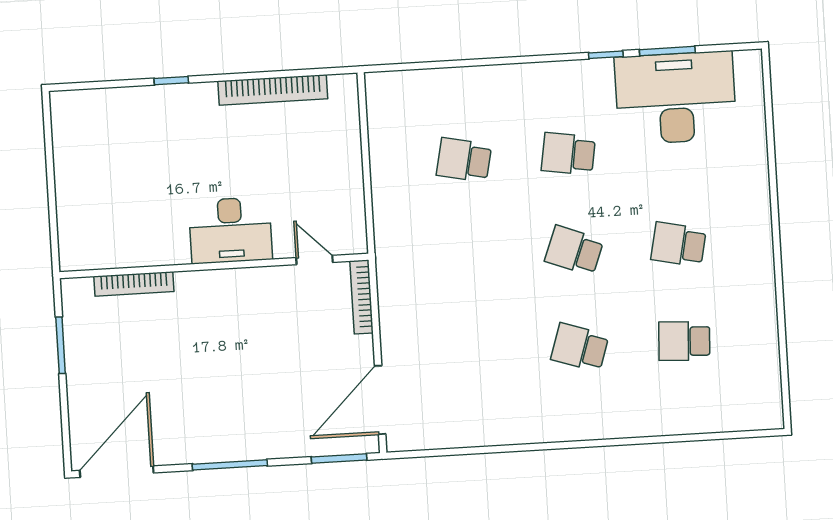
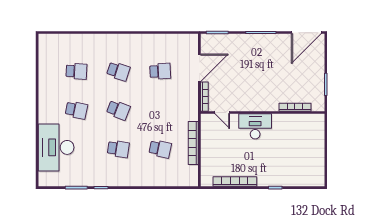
desk: (676, 98) -> (56, 147), moved, turned 90
bookcase: (382, 180) -> (193, 143), added
school desk: (475, 354) -> (160, 71), added
door: (380, 400) -> (199, 68), moved

